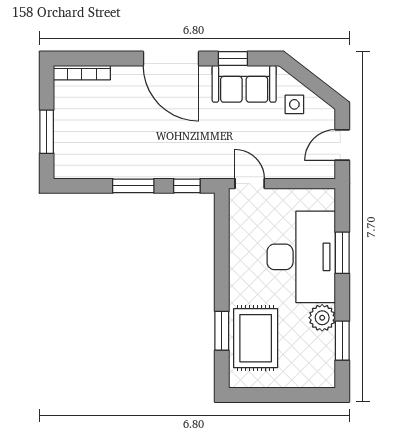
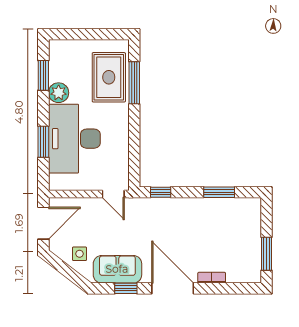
bookcase: (82, 73) -> (212, 278), moved, width x0.64
window: (47, 132) -> (266, 254), moved
door: (342, 145) -> (43, 223), width x1.38
window: (133, 186) -> (219, 192), moved
window: (222, 331) -> (134, 83), width x1.44

